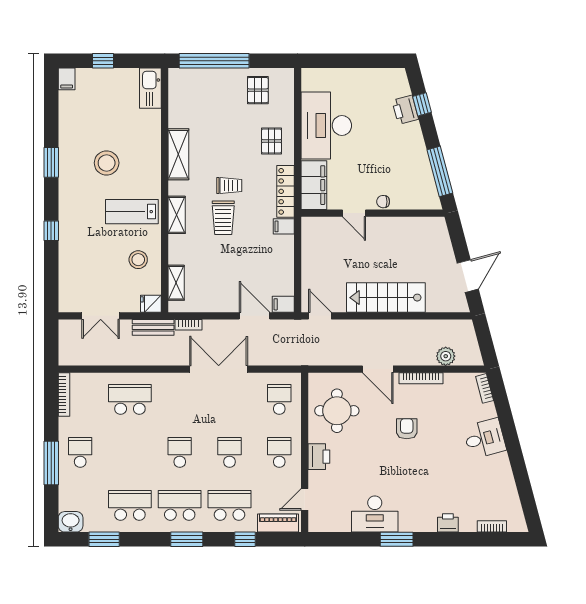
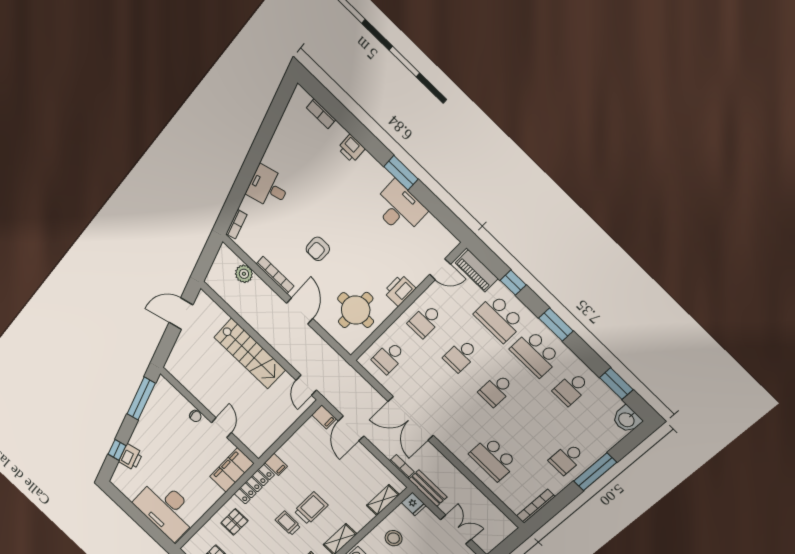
desk: (326, 125) -> (166, 509), moved, turned 90
school desk: (130, 505) -> (571, 389), width x0.54

